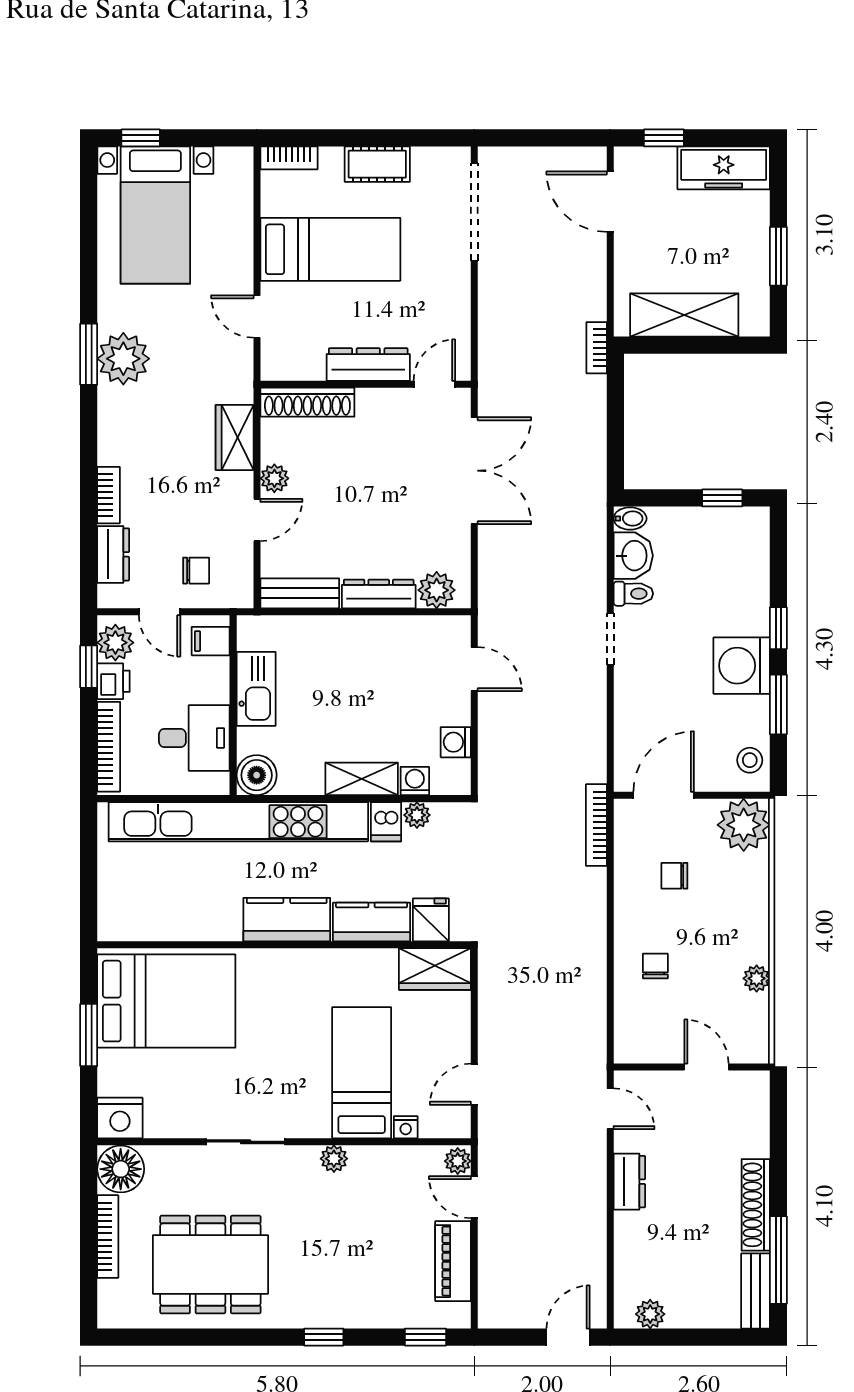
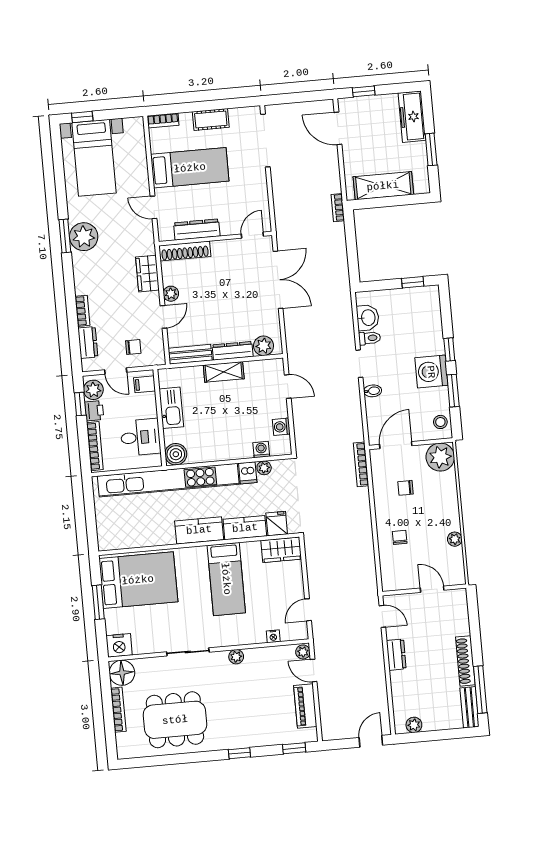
freezer: (724, 168) -> (412, 117), moved, turned 90
dresser: (368, 364) -> (197, 229), moved
bidet: (630, 518) -> (373, 391), moved
shelving: (362, 779) -> (224, 372), moved
bed: (362, 1073) -> (226, 579), moved, turned 180

